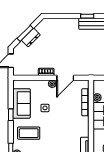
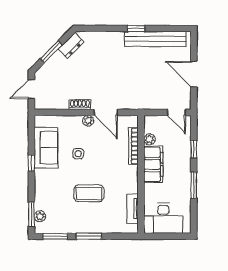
dresser: (31, 38) -> (71, 45), moved
door: (65, 78) -> (106, 112), hinge flipped
coffee table: (29, 133) -> (89, 193), moved

